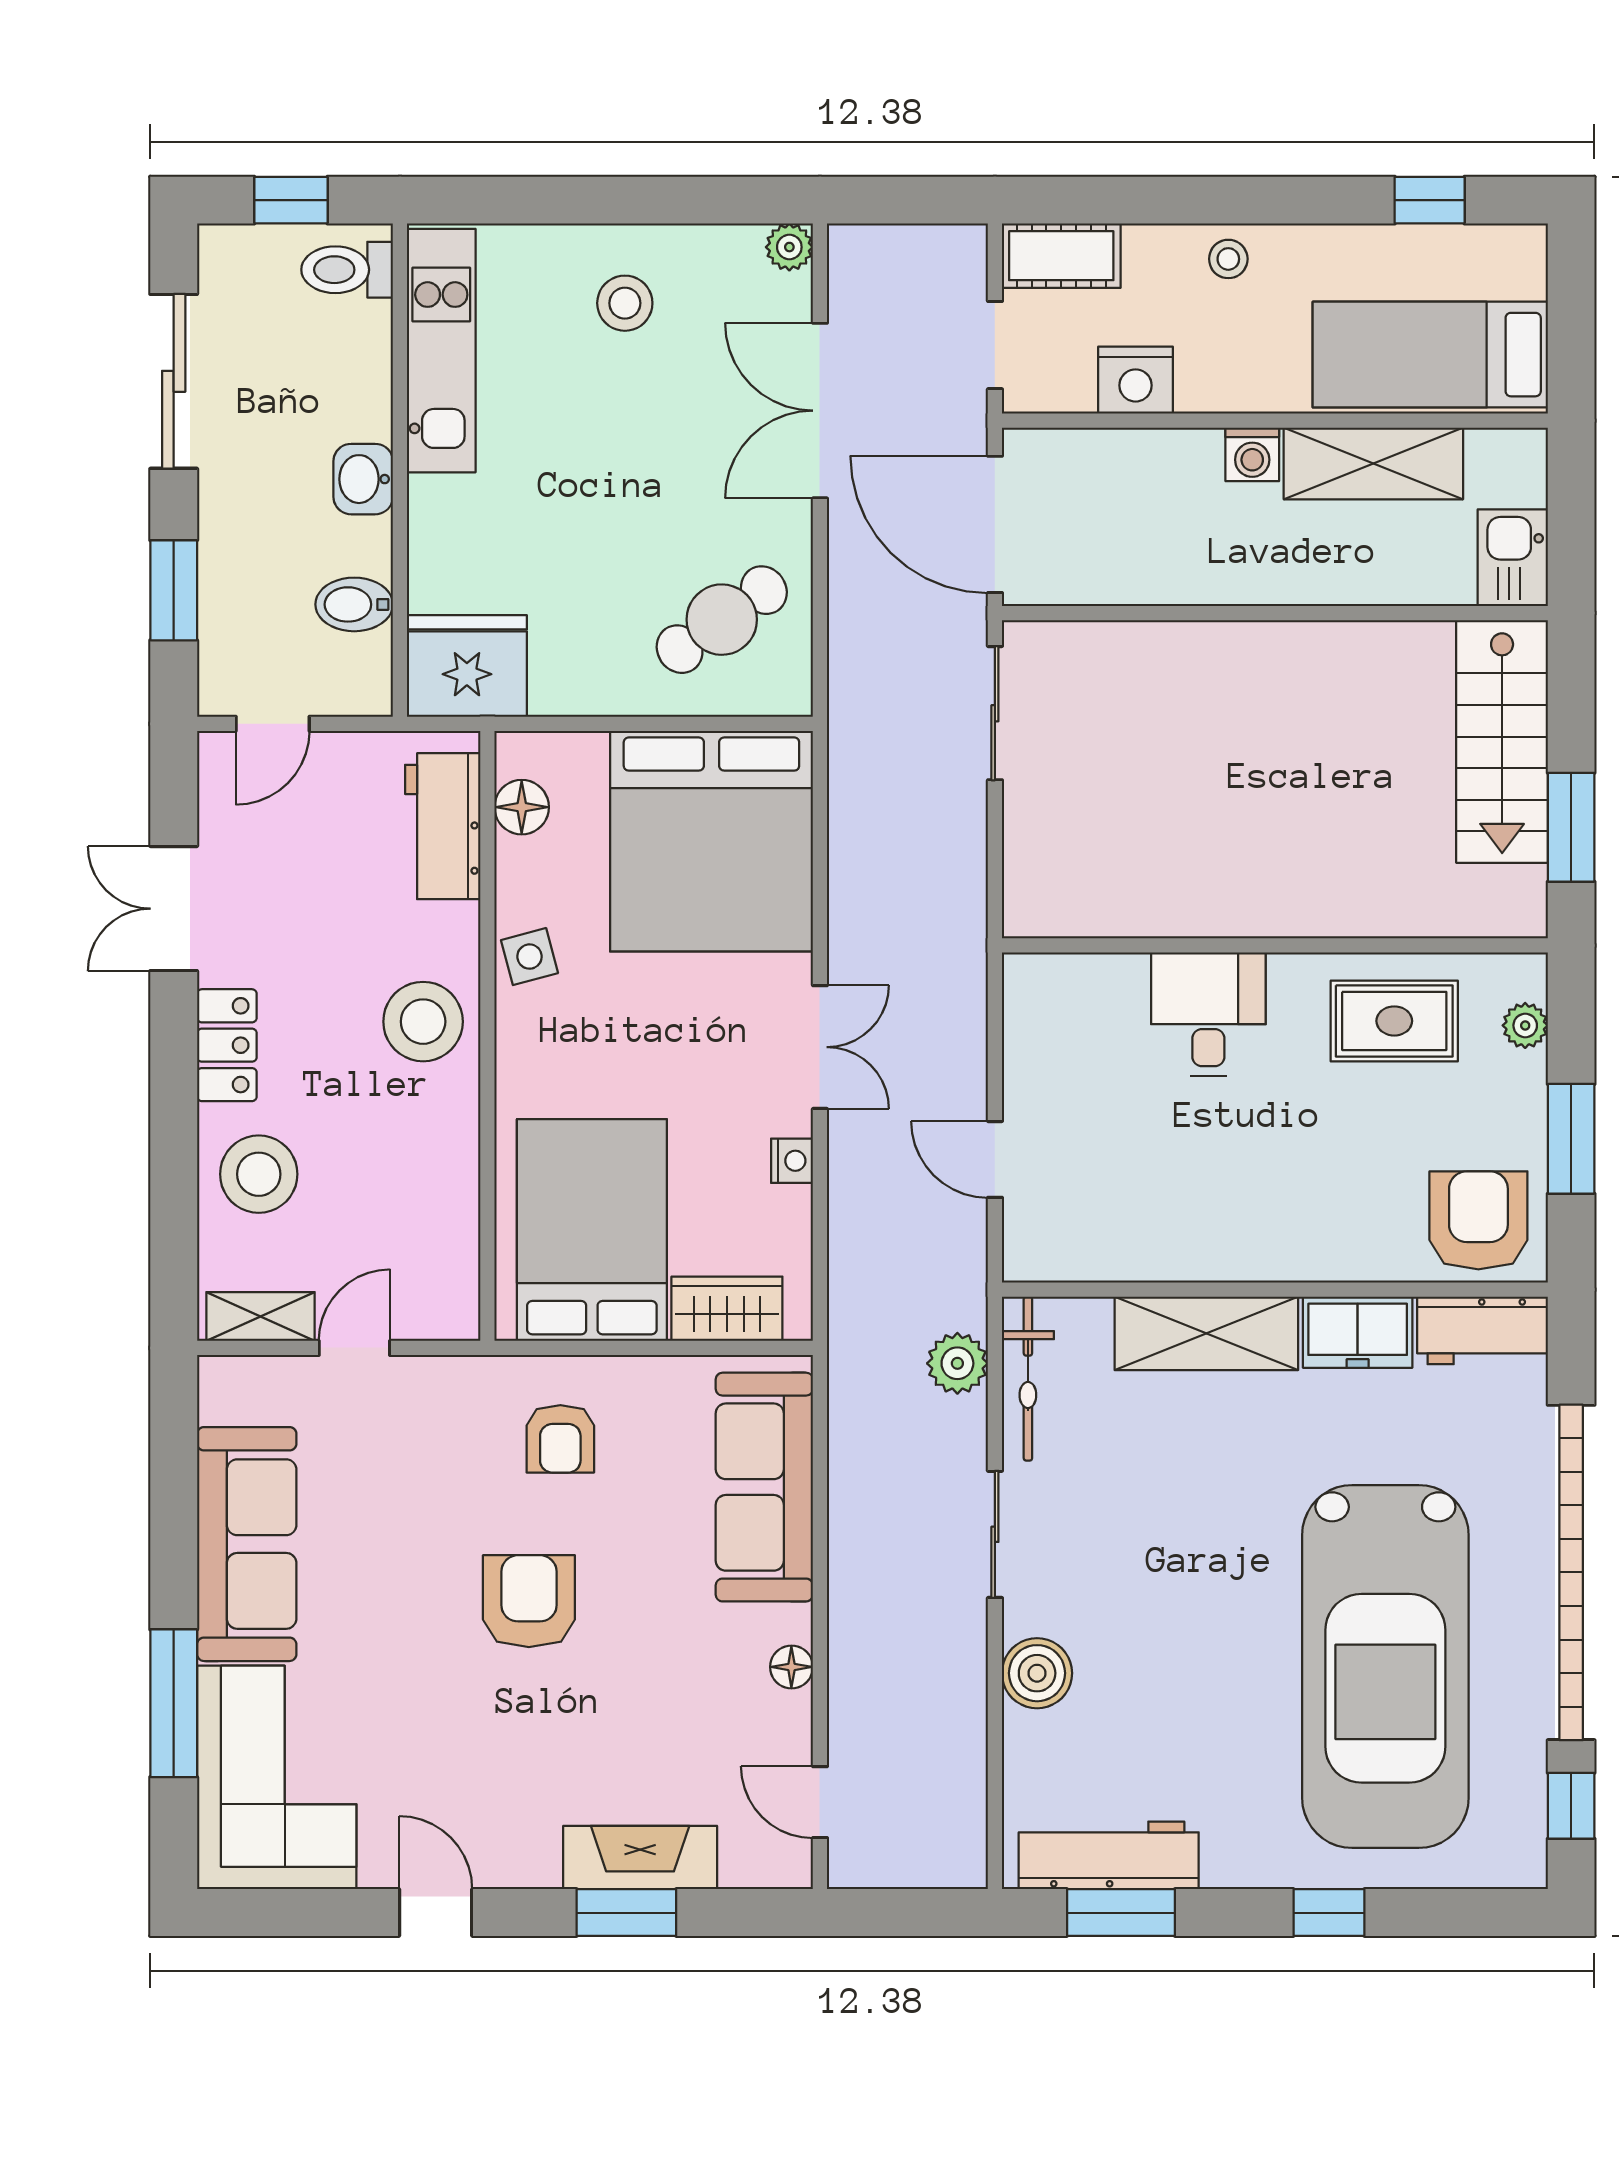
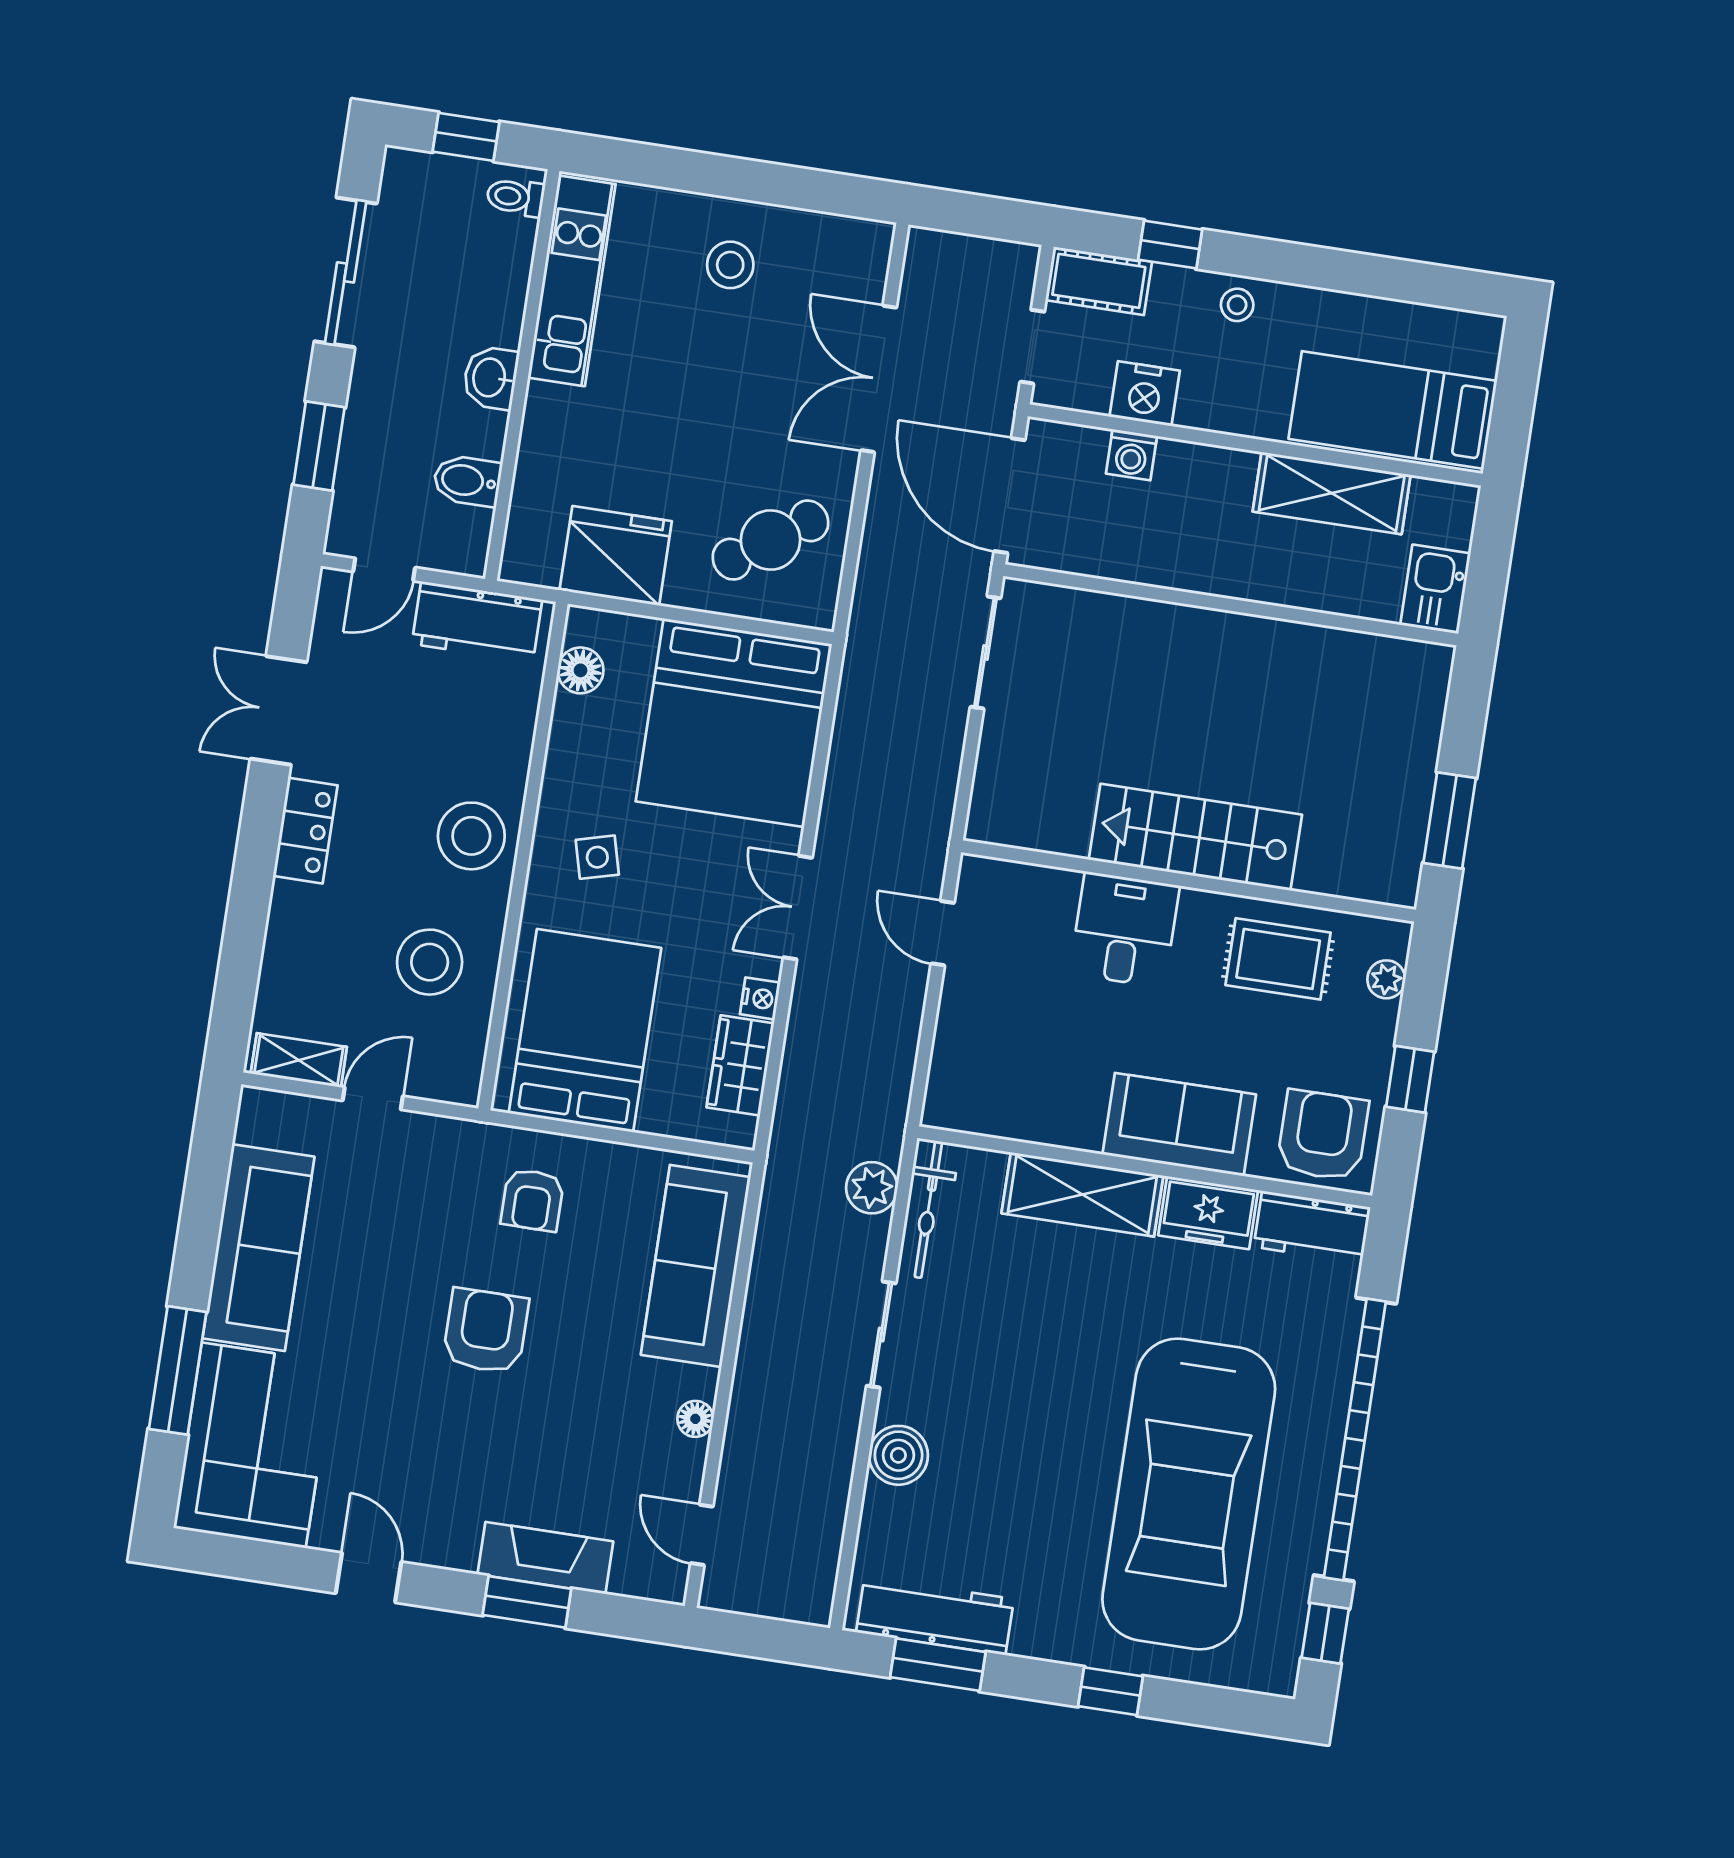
window: (1430, 200) -> (1170, 245), moved
plant: (789, 247) -> (874, 239), removed
toilet: (347, 270) -> (515, 197), width x0.73, depth x0.72
washing machine: (1252, 454) -> (1131, 455), moved
fridge: (467, 666) -> (616, 556), moved
stairs: (1502, 741) -> (1195, 837), moved, turned 90
workbench: (443, 826) -> (477, 622), moved, turned -90
side table: (529, 957) -> (597, 857), moved
double door: (820, 1047) -> (798, 908), swing flipped
window: (1571, 1139) -> (1410, 1079), width x0.67
door: (995, 1159) -> (943, 933), moved
stool: (259, 1174) -> (430, 962), moved
sofa: (1308, 1233) -> (1179, 1124), added
wardrobe: (727, 1309) -> (740, 1065), moved, turned -90

